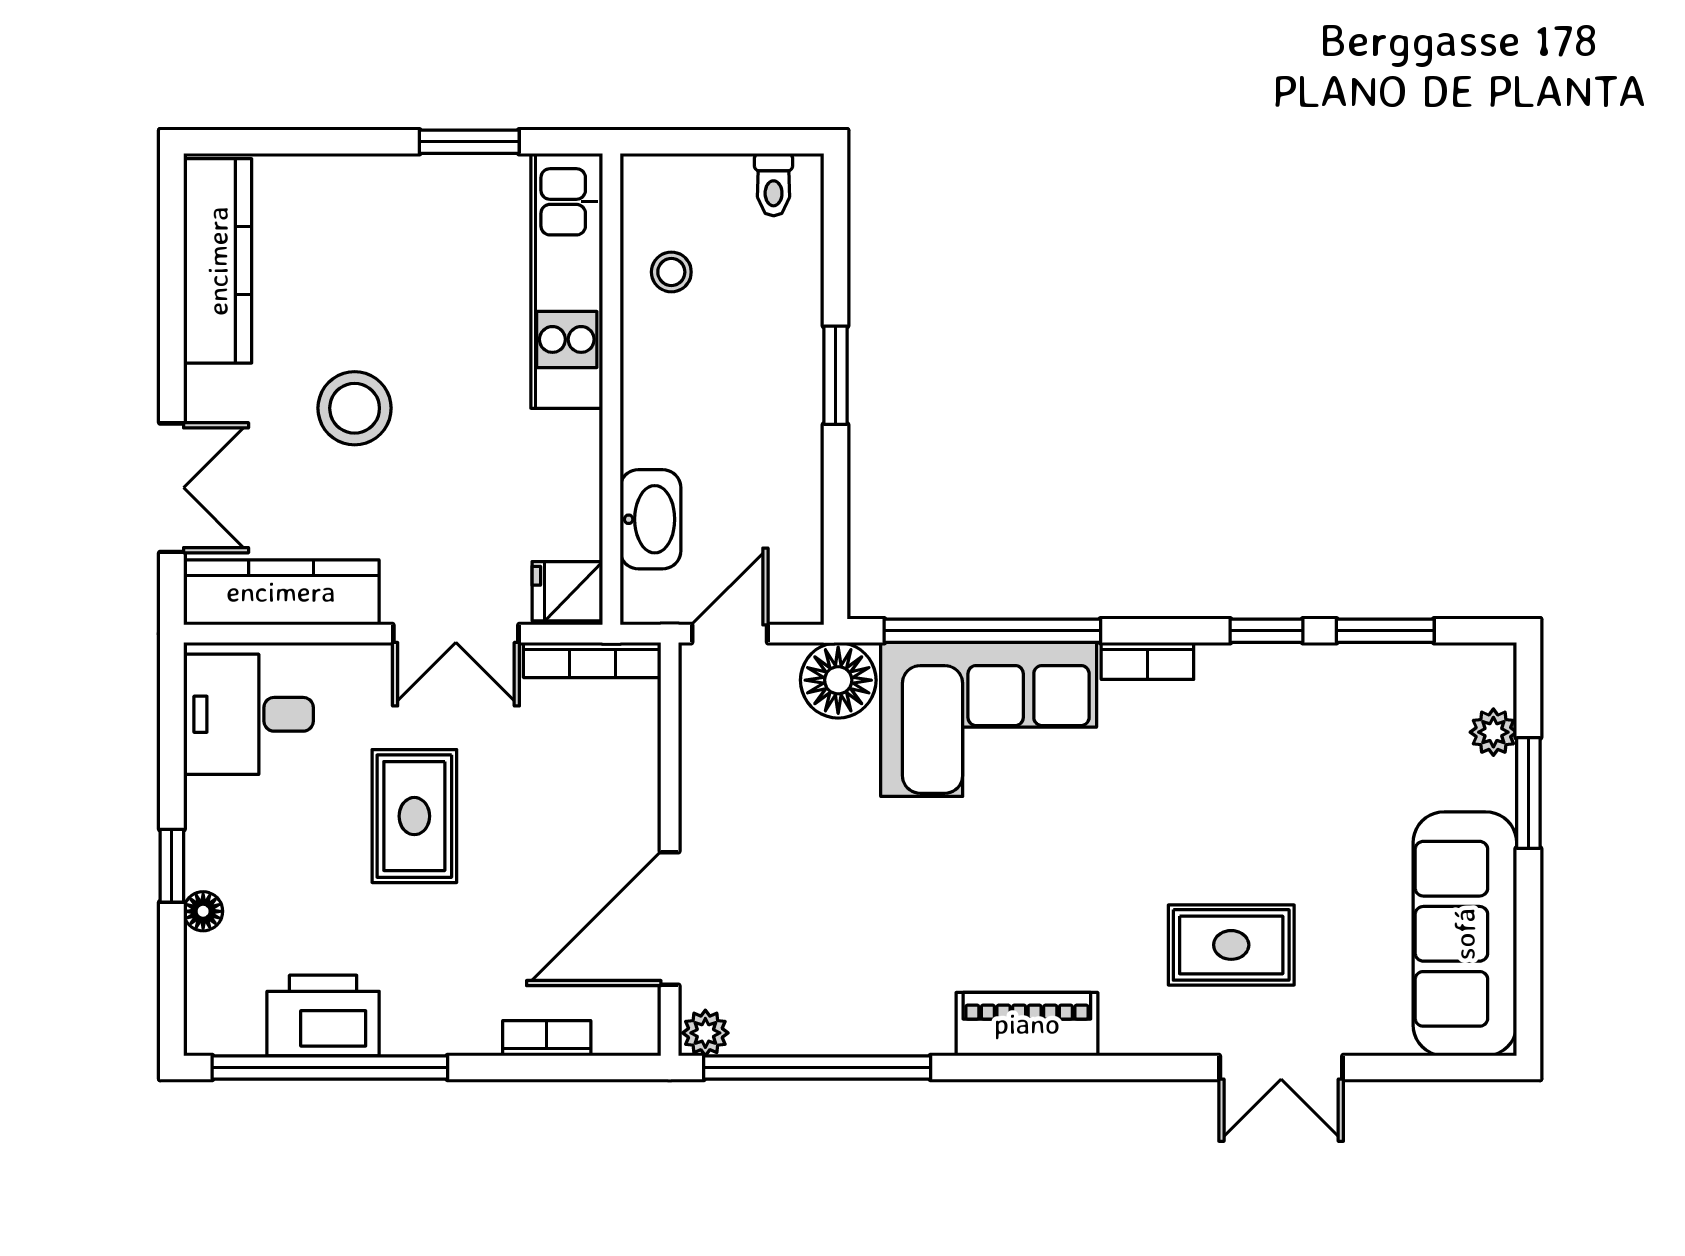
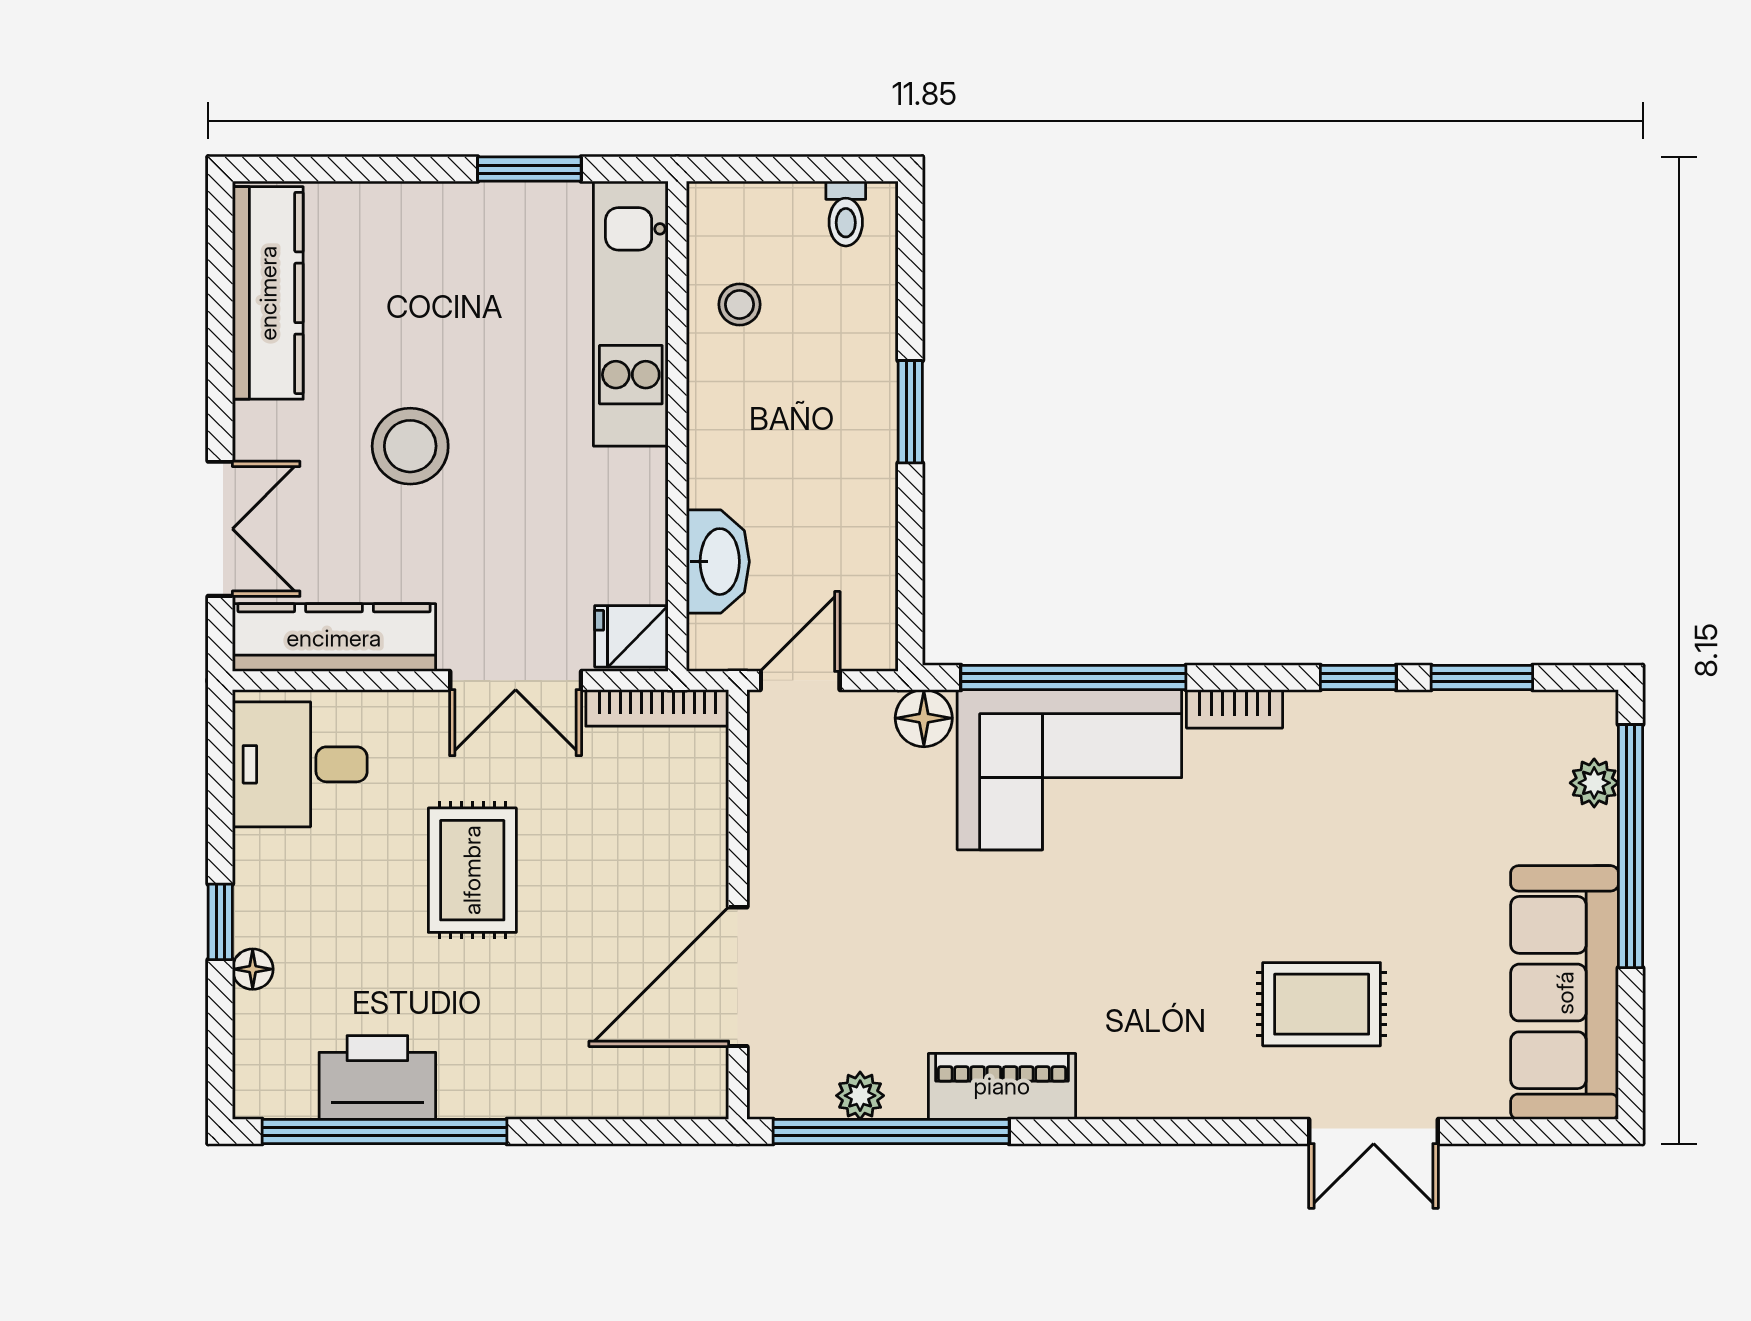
floor lamp: (838, 680) -> (924, 718), width x0.73, depth x0.73
window: (1528, 793) -> (1631, 846), width x2.11
piano: (1027, 1024) -> (1002, 1086), moved
plant: (705, 1033) -> (860, 1096), moved
bookcase: (547, 1038) -> (610, 1101), removed

